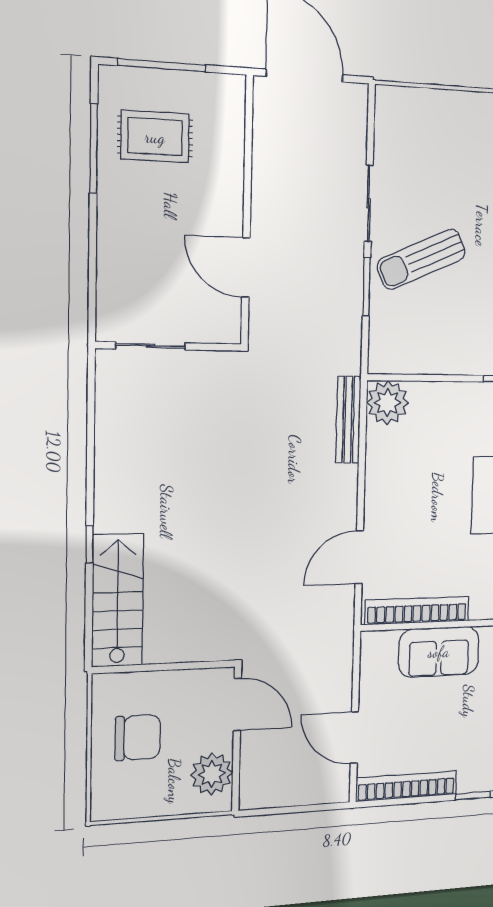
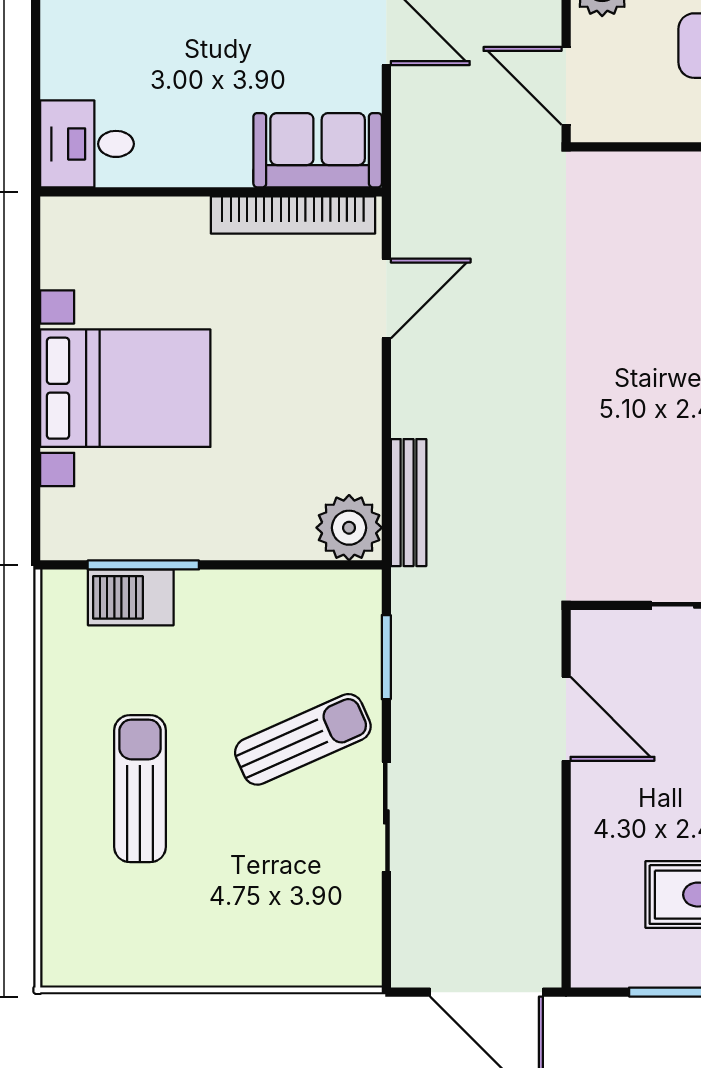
window: (366, 287) -> (386, 657), moved
sofa: (439, 652) -> (318, 150), moved

